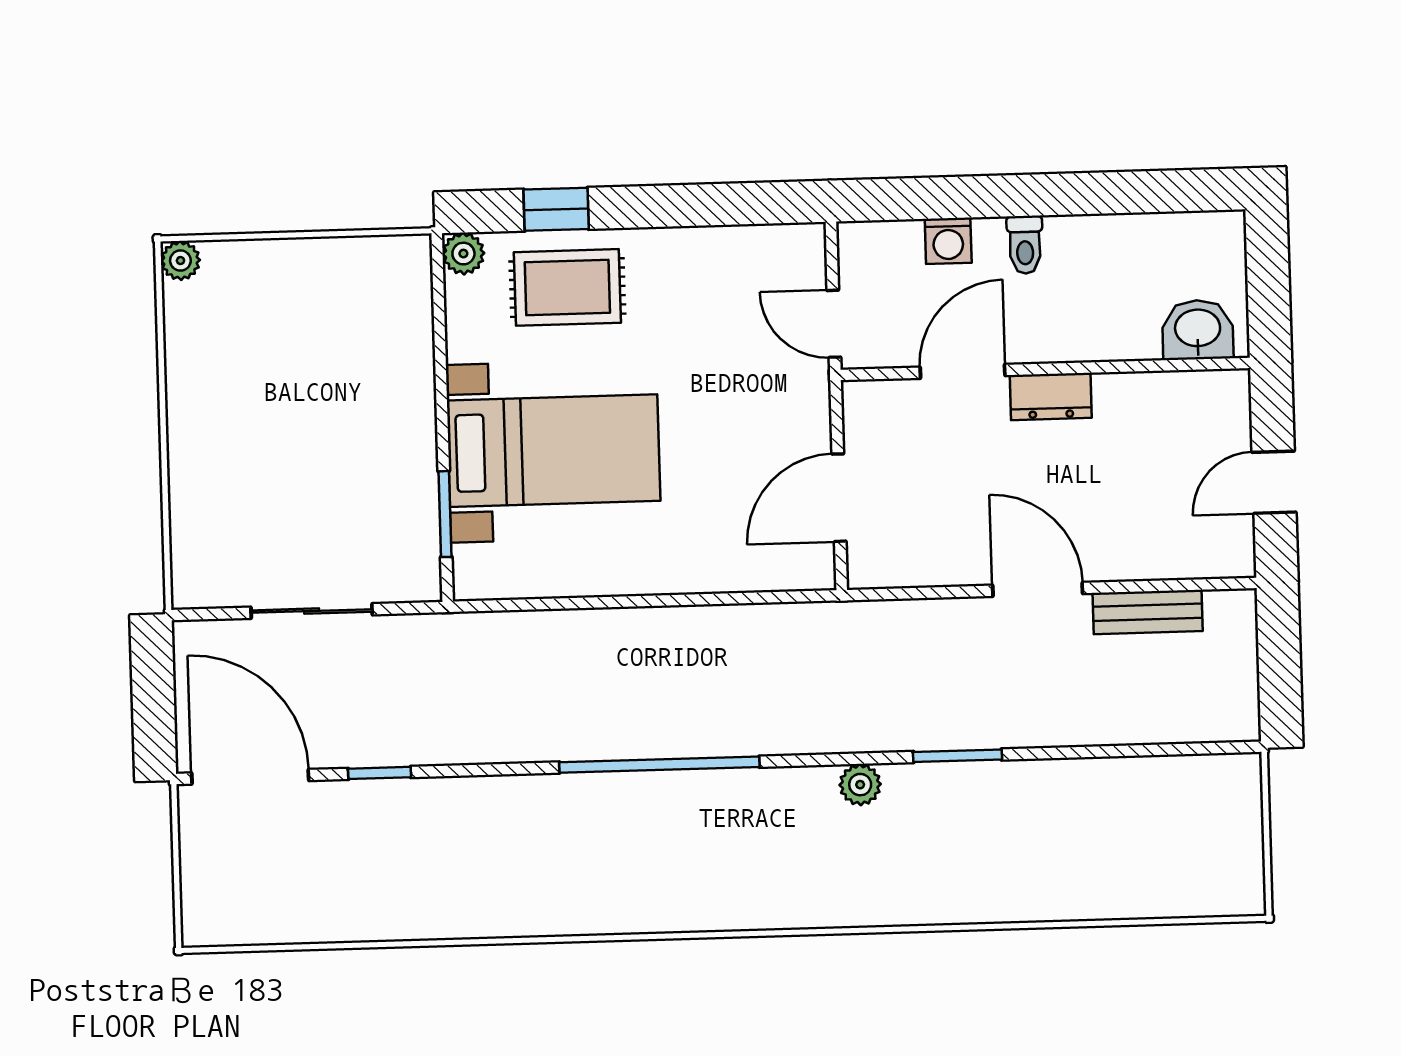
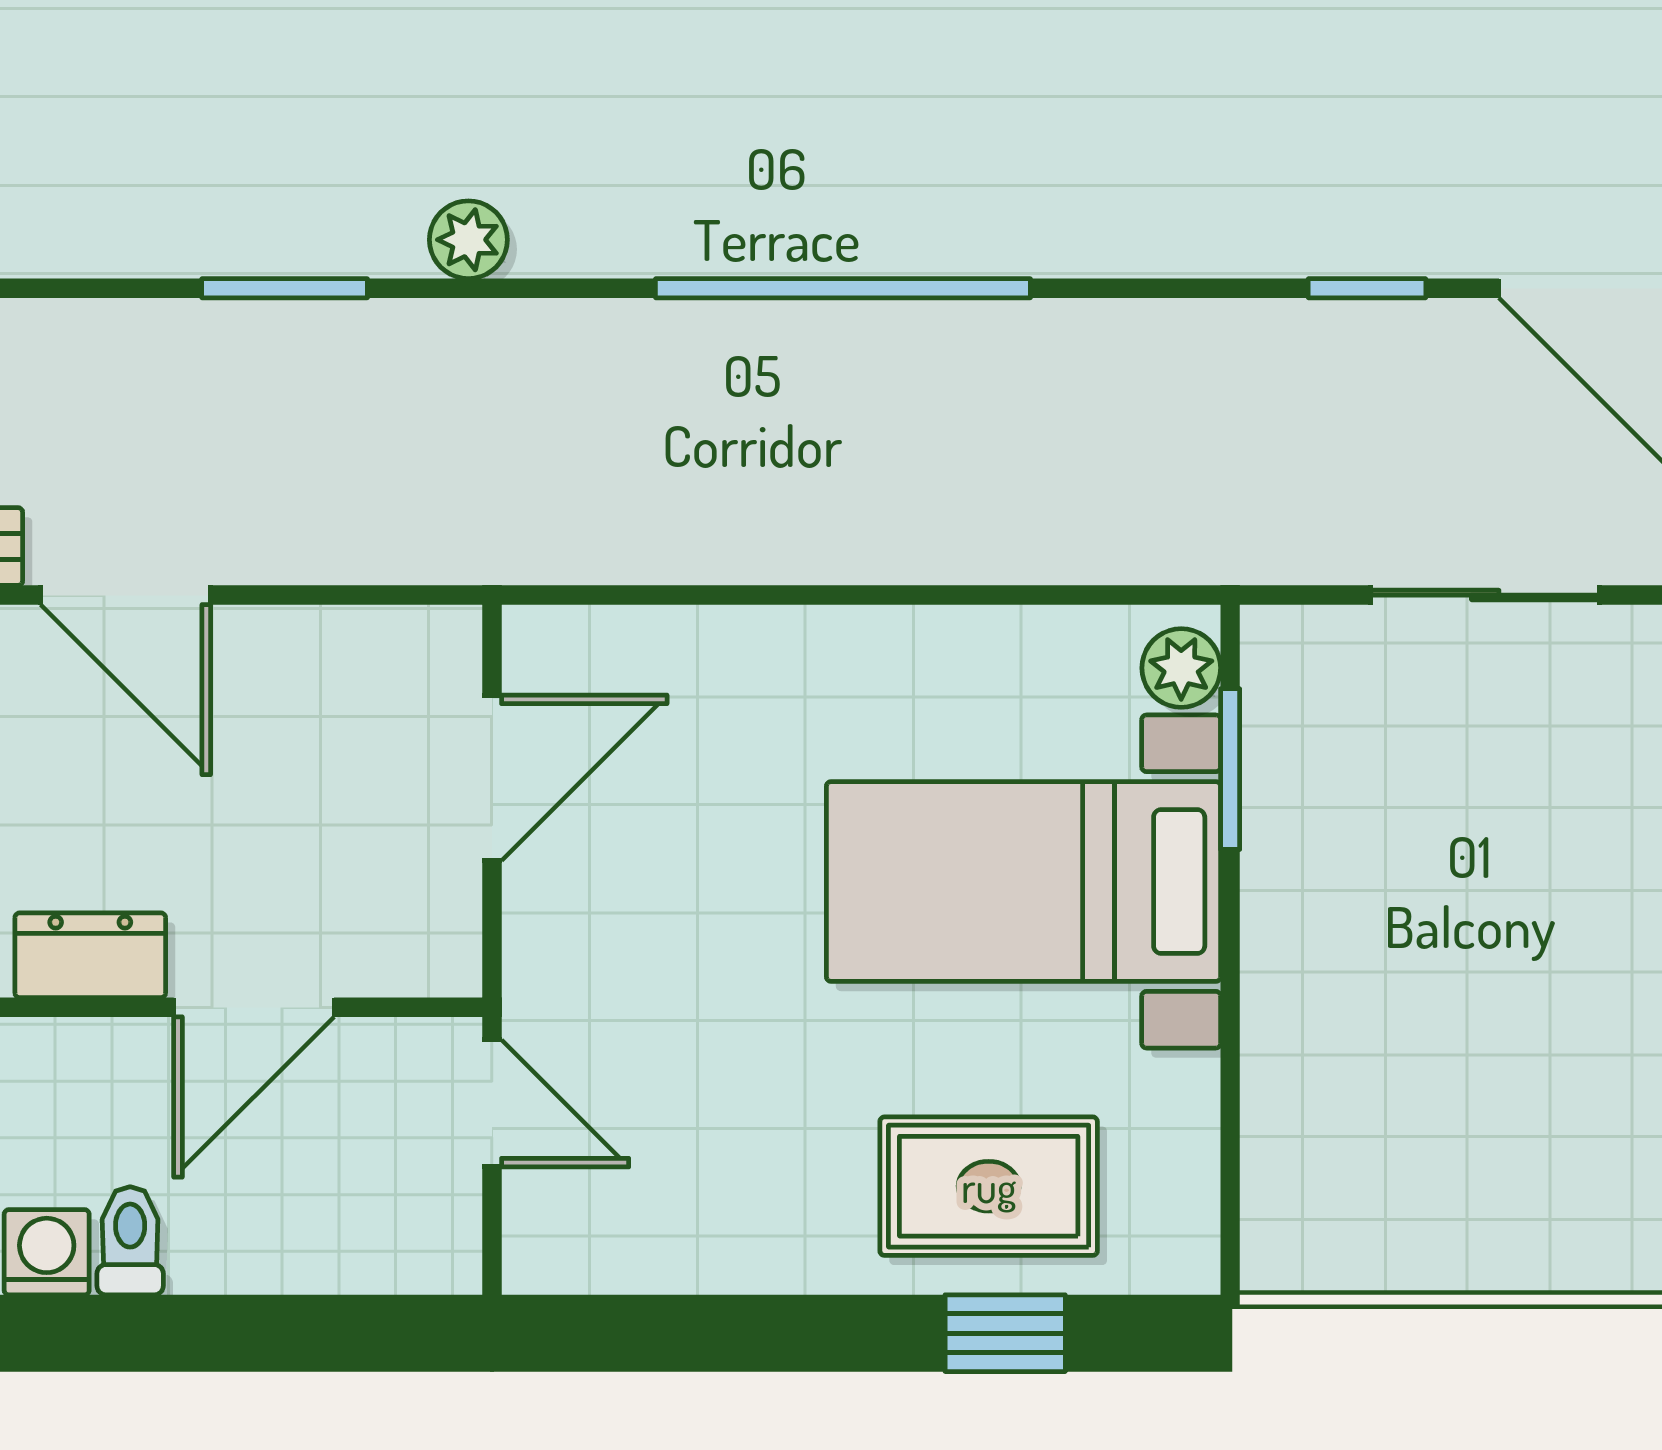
washing machine: (948, 241) -> (47, 1252), moved
plant: (463, 254) -> (1181, 668), moved

